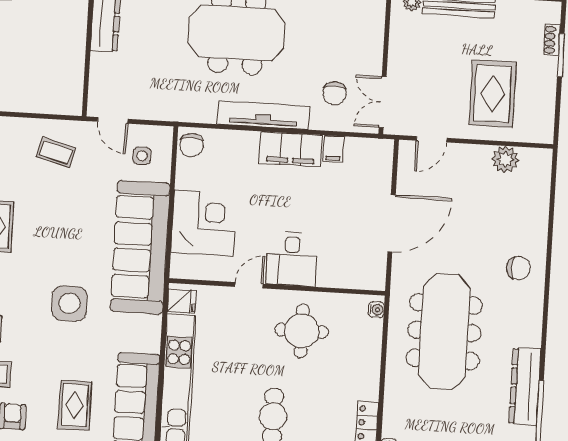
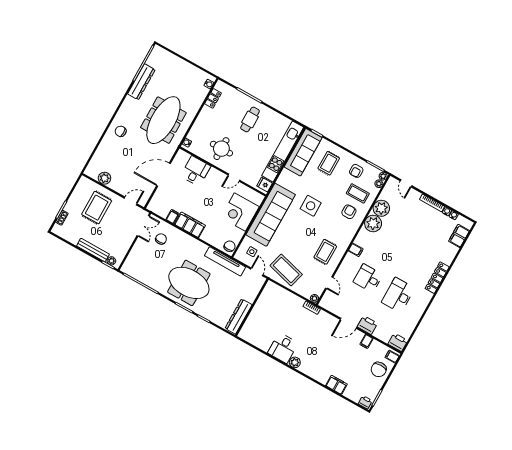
tv unit: (263, 115) -> (225, 261), moved
coffee table: (56, 152) -> (286, 270), width x1.86, depth x1.72
desk: (292, 259) -> (196, 171), moved

